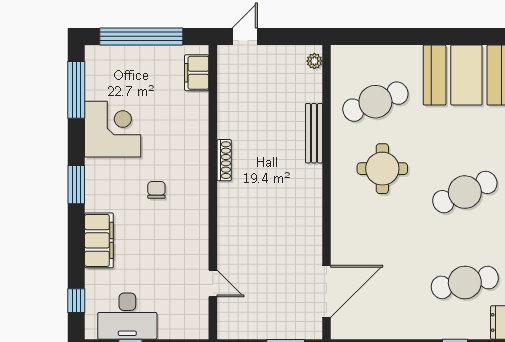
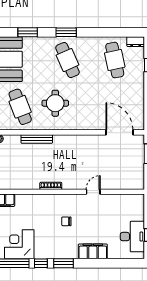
corner desk: (113, 129) -> (19, 244), moved
door: (213, 283) -> (93, 192), moved
window: (76, 301) -> (41, 263), moved

